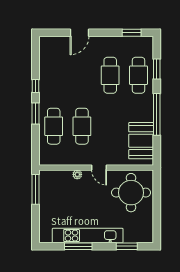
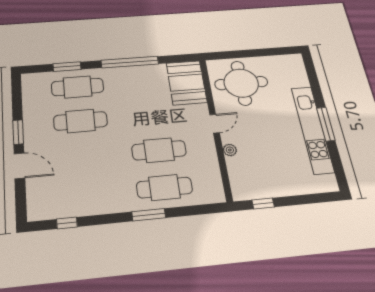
window: (132, 33) -> (18, 132), moved
window: (35, 86) -> (67, 223), moved
booth: (141, 141) -> (187, 83), moved, turned 90
window: (35, 189) -> (263, 203), width x0.46
window: (78, 246) -> (326, 124), moved
window: (127, 246) -> (314, 82), removed

